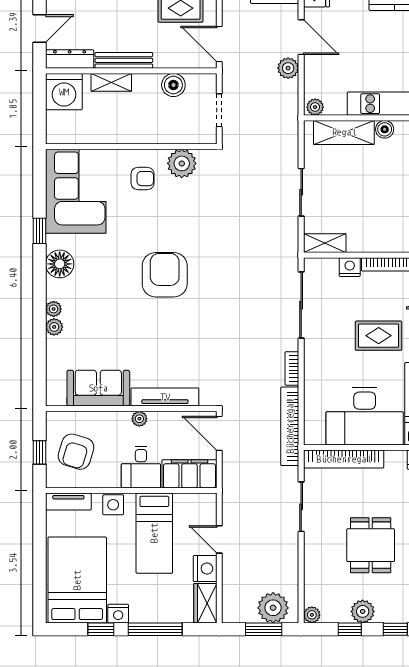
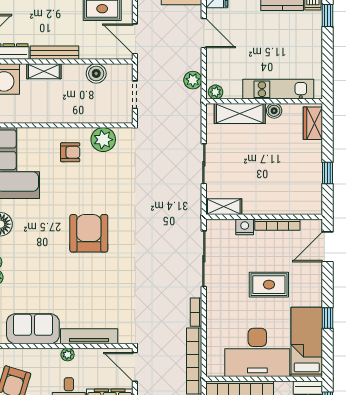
plant: (288, 68) -> (193, 80), moved

